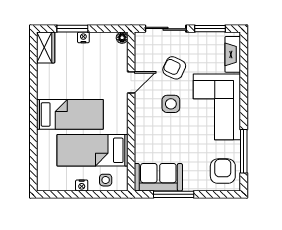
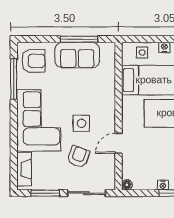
armchair: (174, 68) -> (78, 157), turned -95
armchair: (223, 171) -> (33, 61), turned -90
sofa: (158, 177) -> (77, 55), moved

